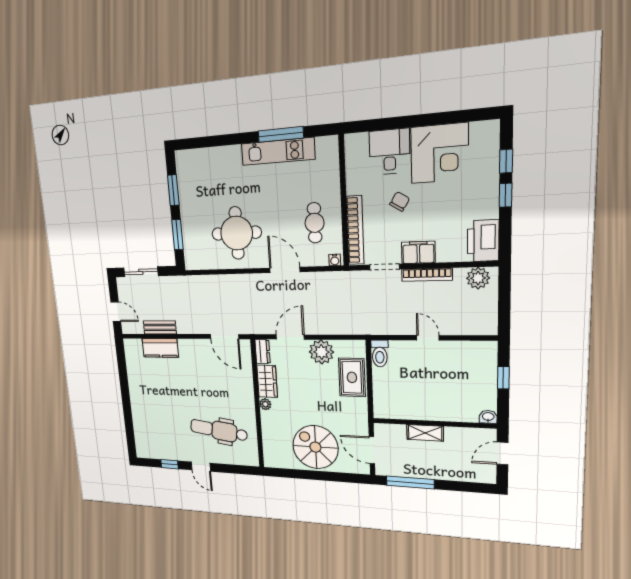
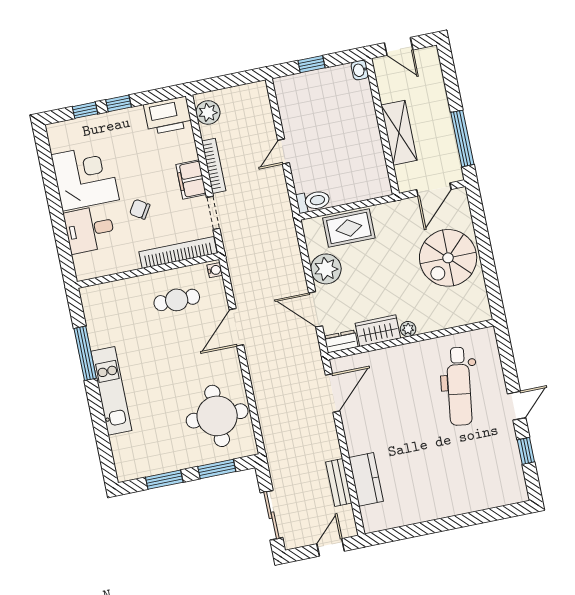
kitchen unit: (278, 151) -> (111, 391), moved
round table: (237, 233) -> (217, 416), moved
shelving: (425, 433) -> (399, 133), width x1.50, depth x1.33

